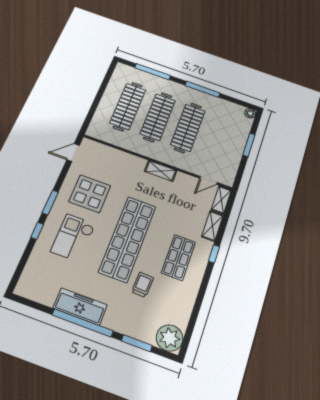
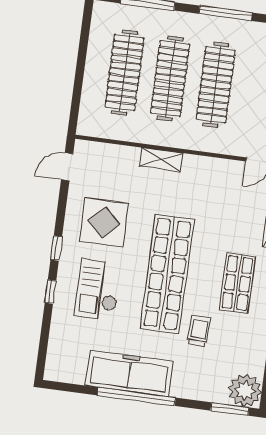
shelving: (161, 171) -> (161, 160), moved
window: (50, 202) -> (56, 248), width x0.67
freezer: (80, 307) -> (129, 373), width x1.36, depth x1.26
window: (137, 343) -> (230, 409), moved

